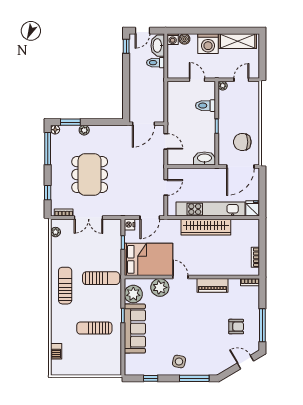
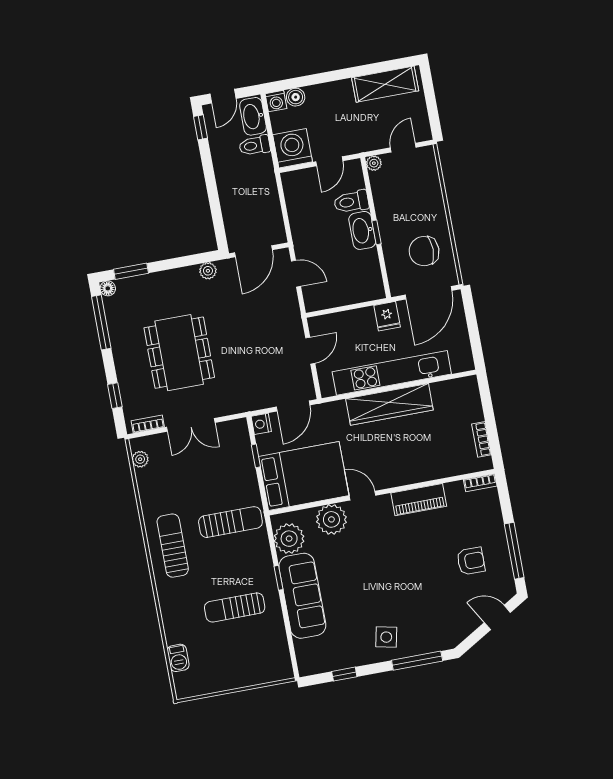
washing machine: (208, 44) -> (293, 148), moved, turned 180
door: (197, 80) -> (329, 161), swing flipped
plant: (84, 130) -> (208, 271), moved
washbasin: (205, 158) -> (362, 230), moved, turned -90
fridge: (252, 208) -> (387, 316), moved, turned 180

